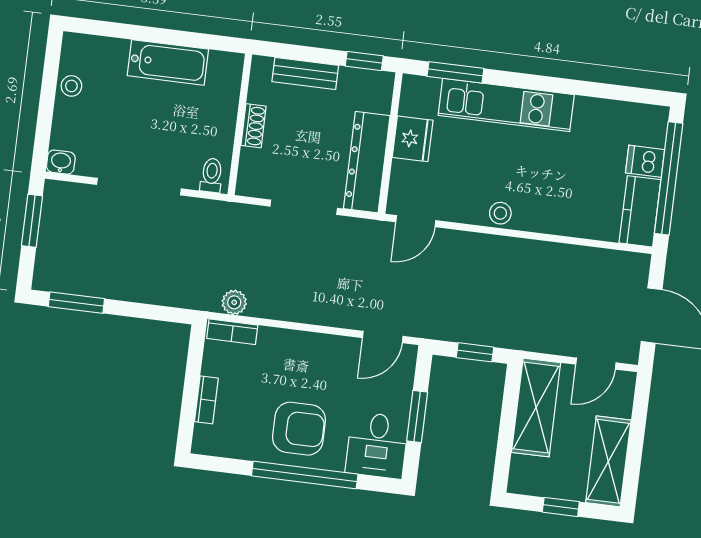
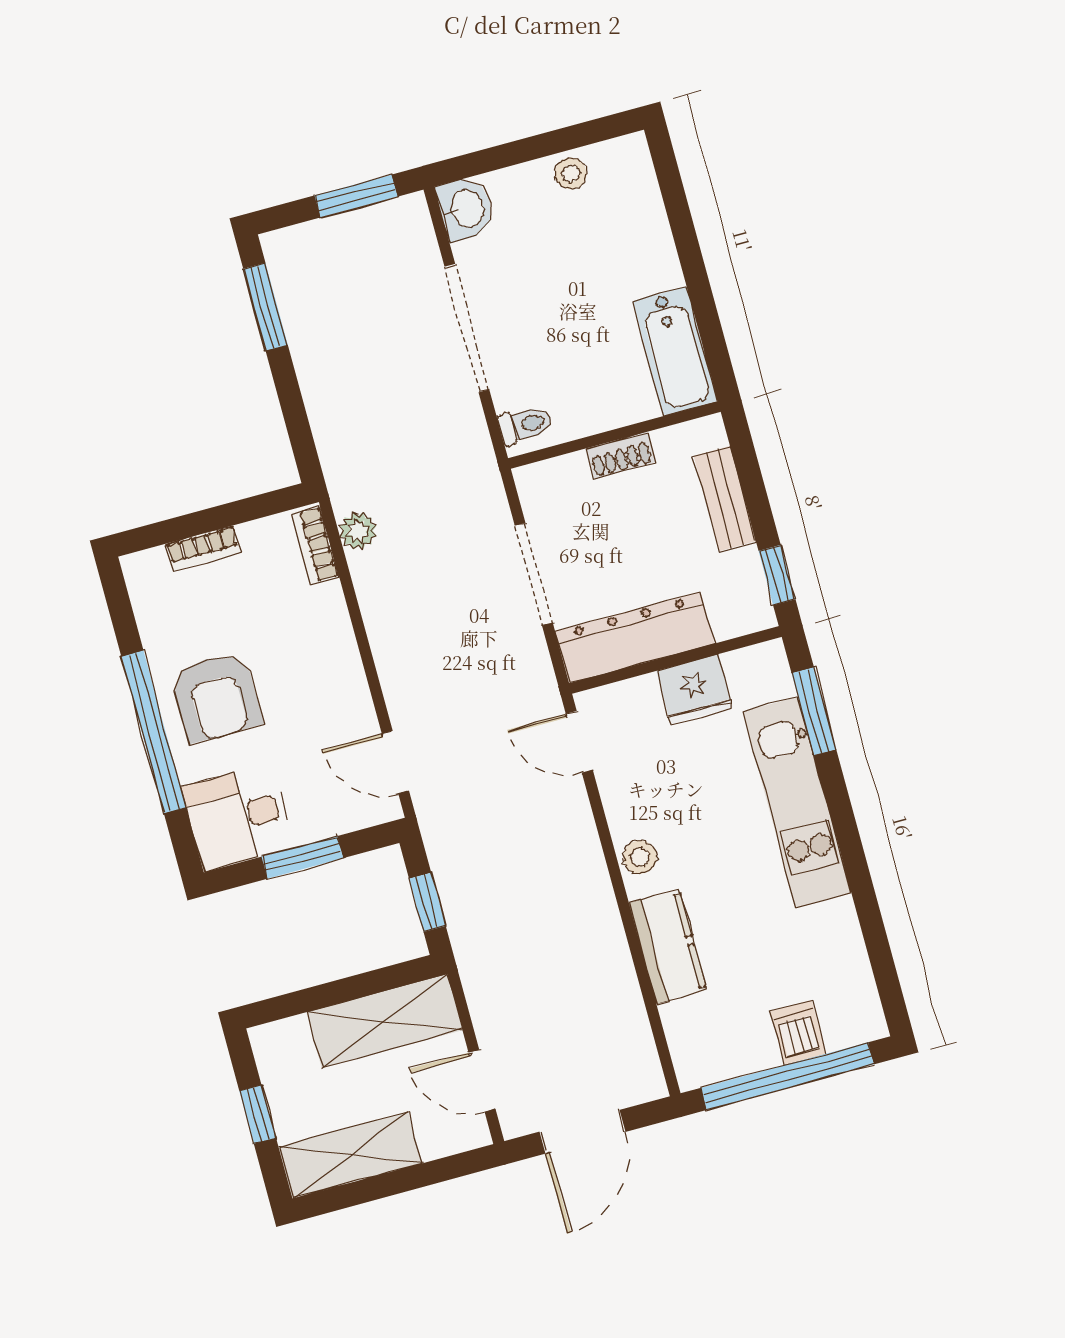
bathtub: (168, 62) -> (675, 351), moved
washbasin: (61, 162) -> (466, 208), width x1.38, depth x1.45
kitchen counter: (640, 211) -> (668, 947), moved, turned 90

